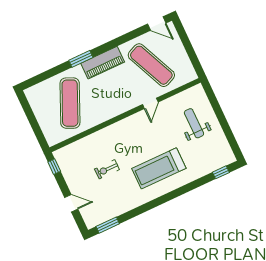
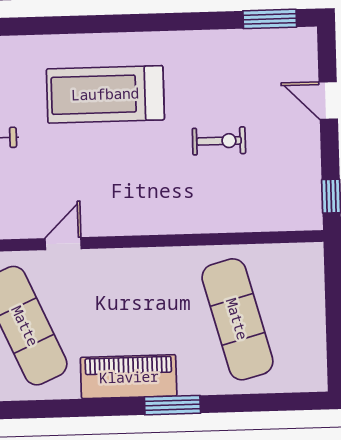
exercise mat: (70, 103) -> (237, 319), turned -39
treadmill: (159, 168) -> (105, 94), turned 180

